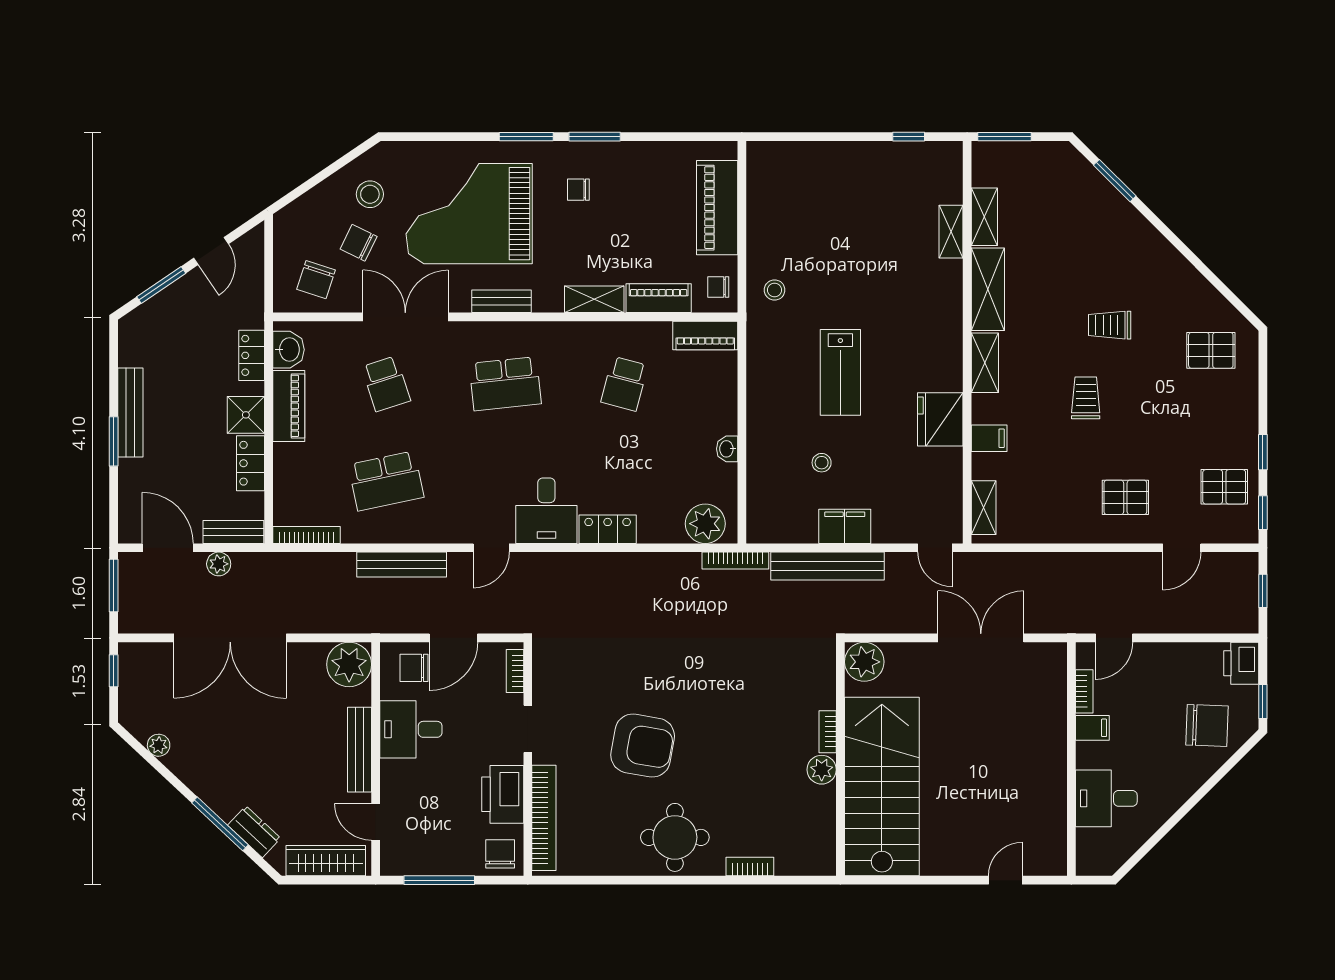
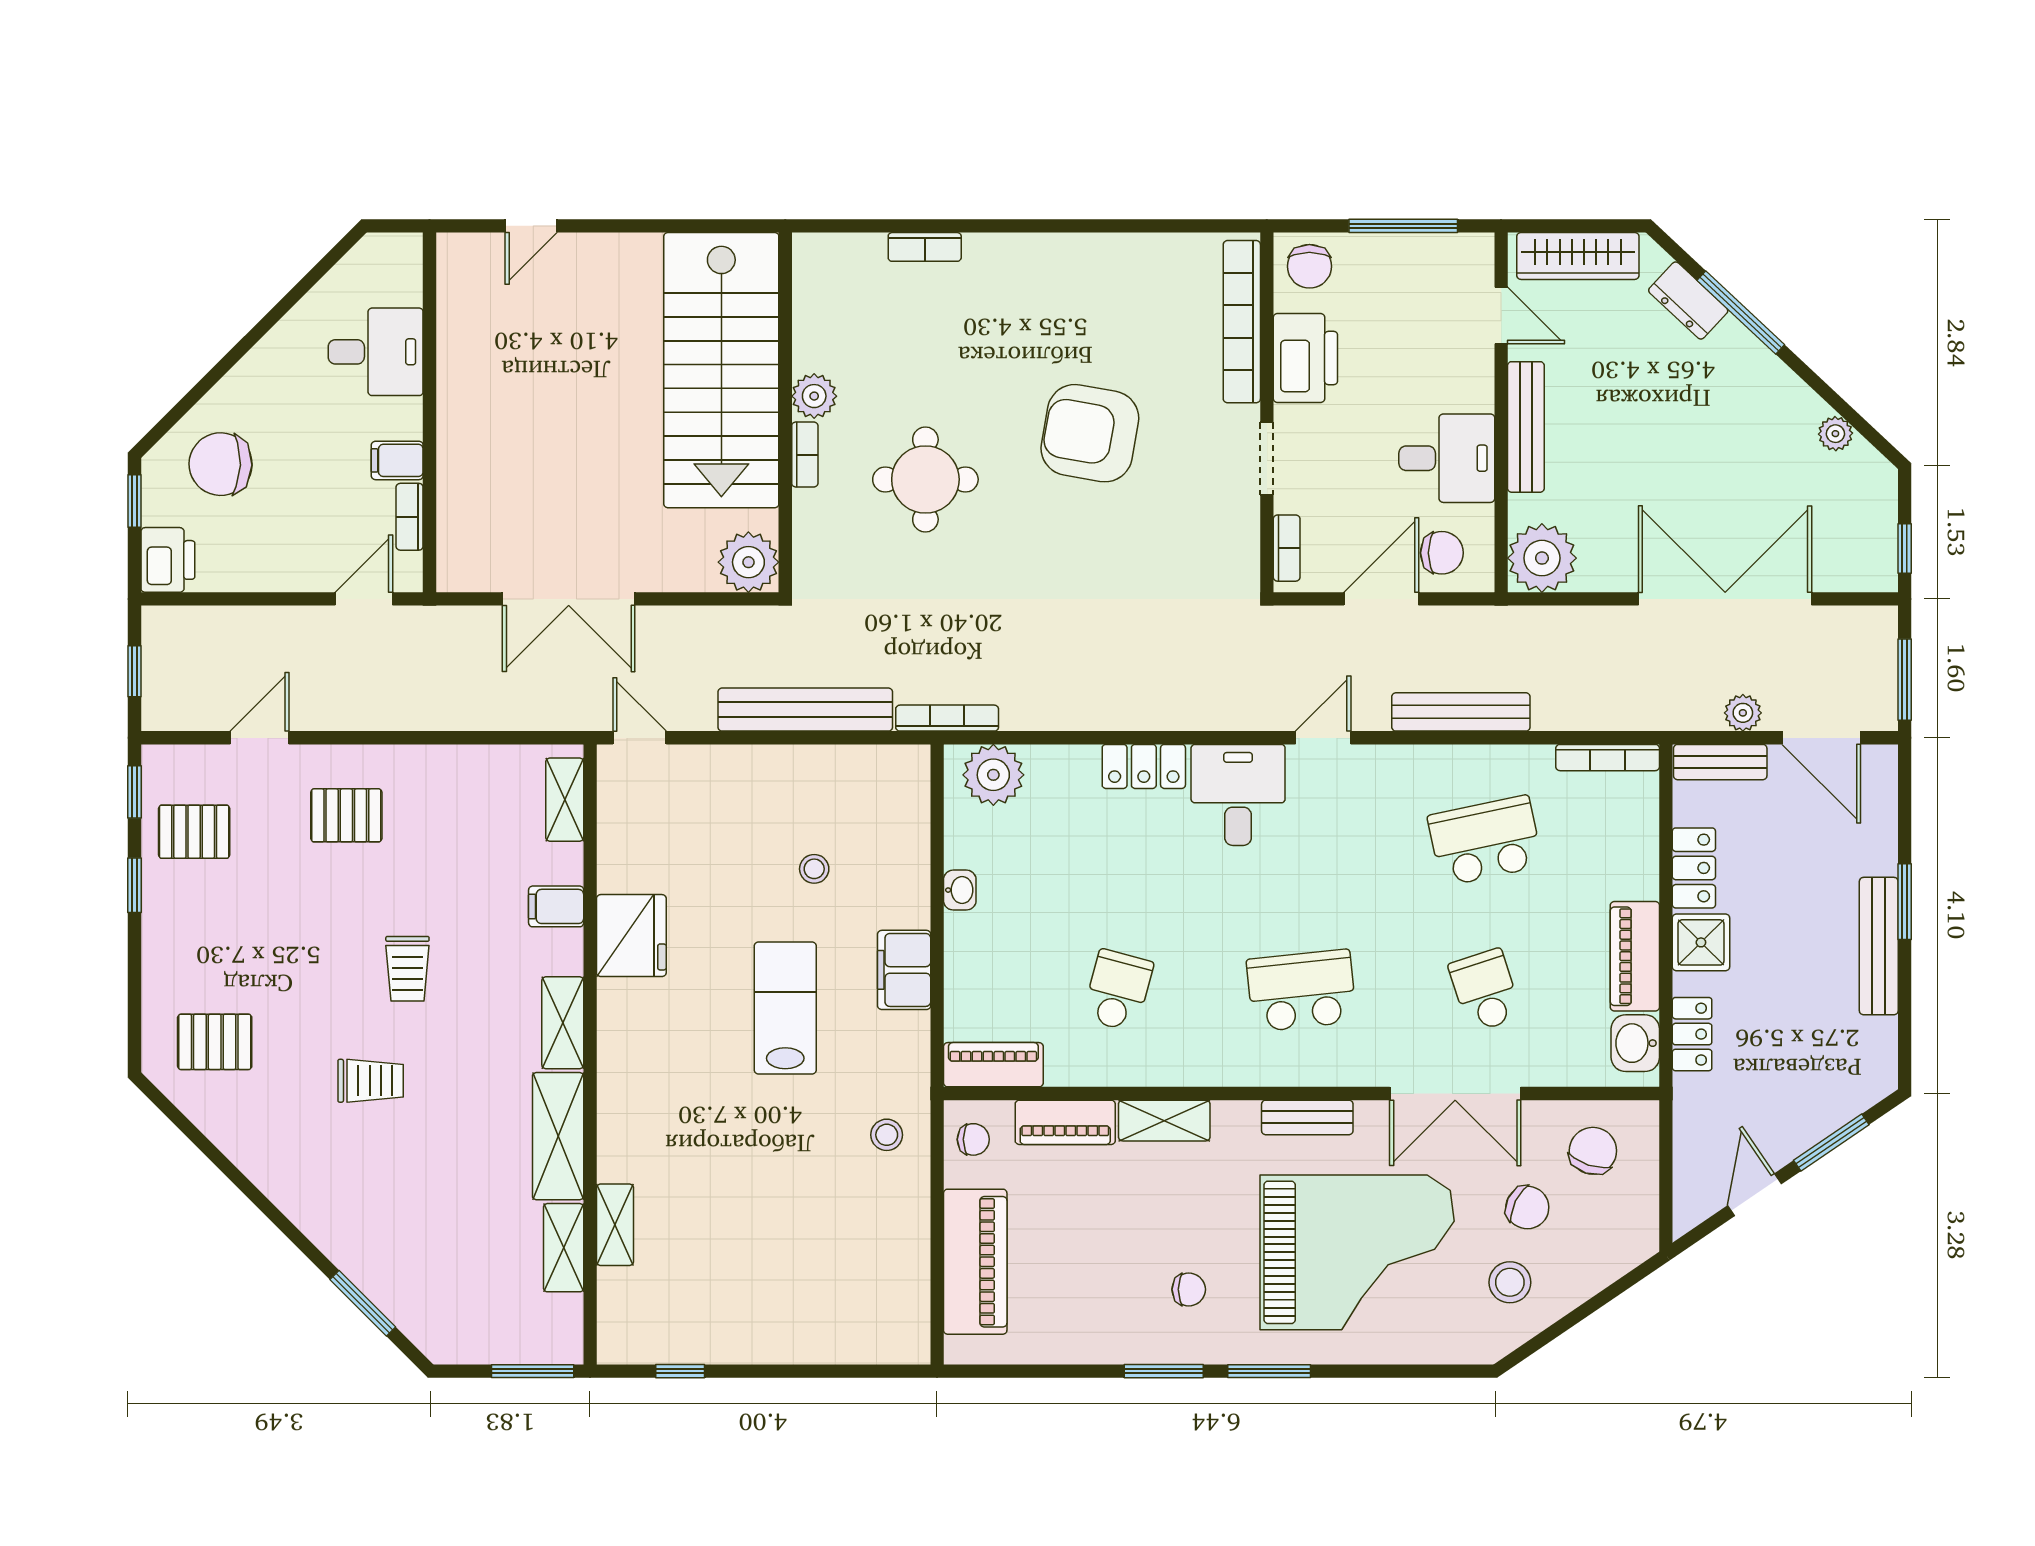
filing cabinet: (845, 526) -> (904, 970), moved, turned 90
round table: (675, 837) -> (925, 479), moved

